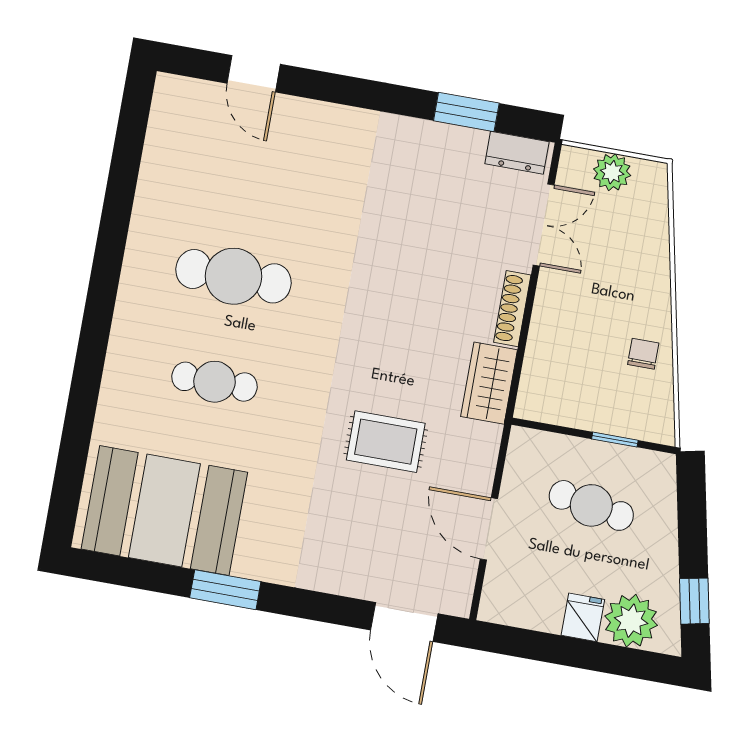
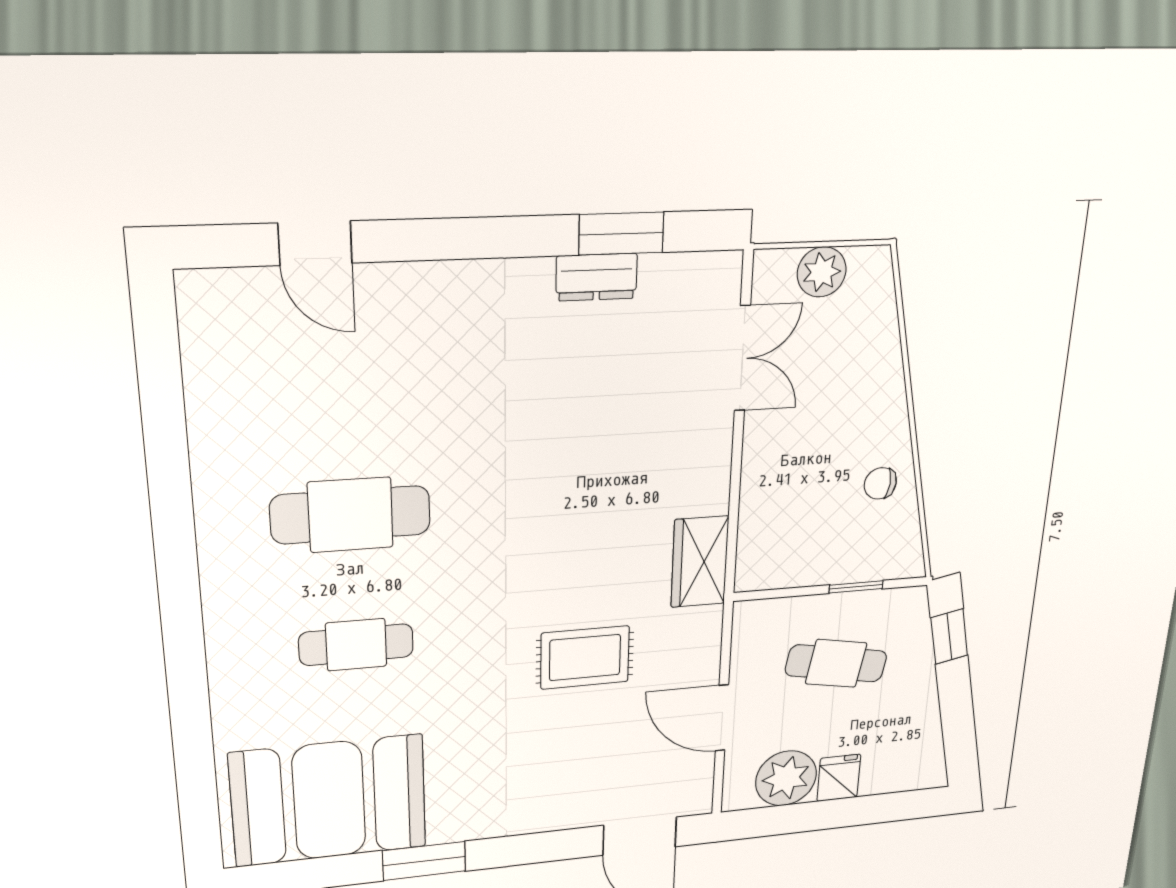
dresser: (517, 153) -> (597, 277), moved
shoe rack: (512, 309) -> (716, 469), removed
chair: (643, 354) -> (880, 483), turned -85
window: (694, 601) -> (949, 636), moved
plant: (631, 621) -> (786, 778), moved

